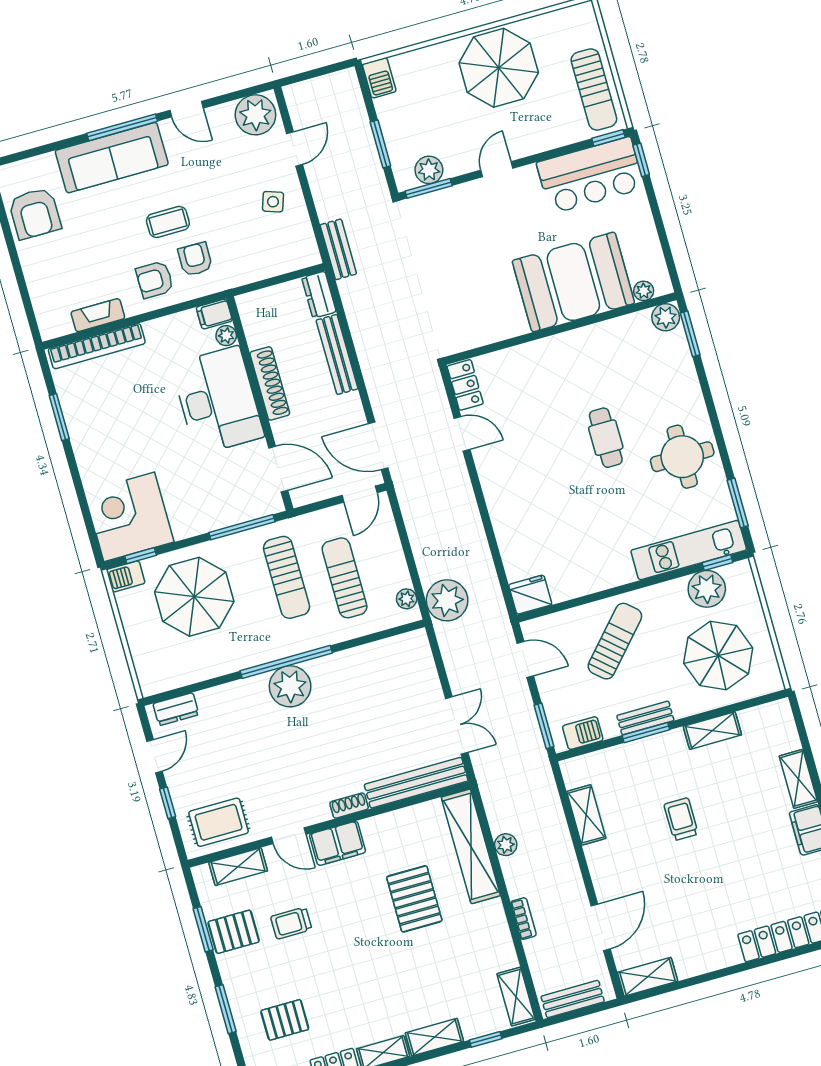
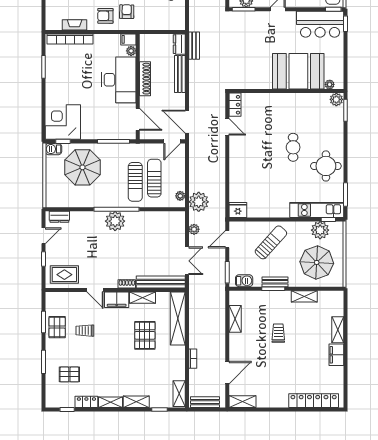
bench: (338, 249) -> (194, 46), moved
sun lounger: (286, 577) -> (135, 182), moved
door: (525, 659) -> (227, 239), swing flipped
plant: (506, 845) -> (194, 229), moved
shelving: (238, 867) -> (143, 298), moved
pallet: (234, 932) -> (57, 327), turned 90

